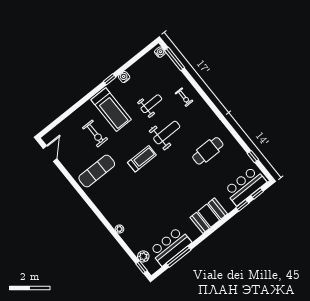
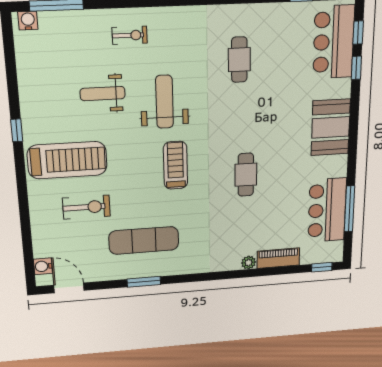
water cooler: (124, 77) -> (43, 266), moved
weight bench: (151, 104) -> (103, 94), turned -90
cafe table: (208, 151) -> (239, 60), width x0.73, depth x0.74
exercise mat: (97, 171) -> (144, 240), turned 90
window: (76, 186) -> (144, 282), added
cafe table: (160, 194) -> (246, 175), added
piano: (131, 242) -> (278, 258), added
plant: (143, 256) -> (310, 255), removed

